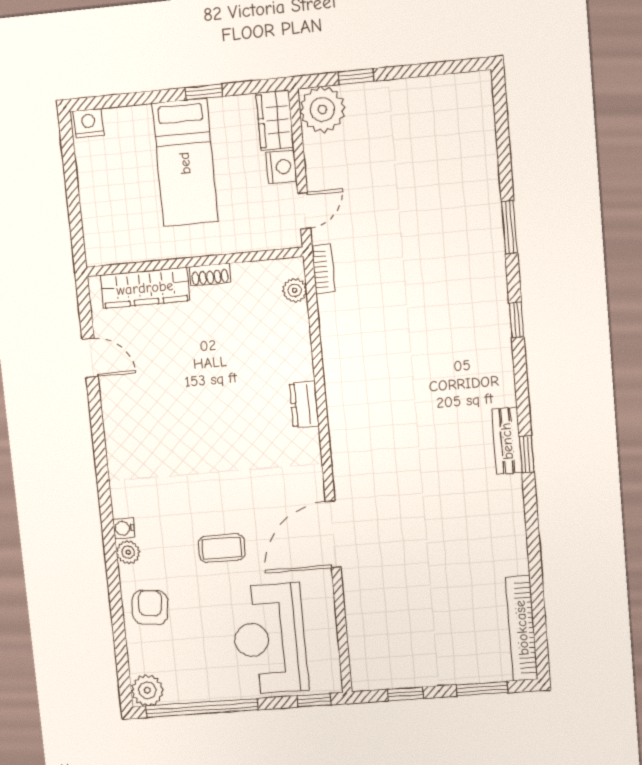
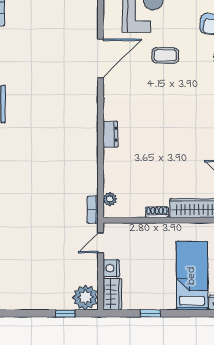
bed: (185, 163) -> (192, 276), moved

